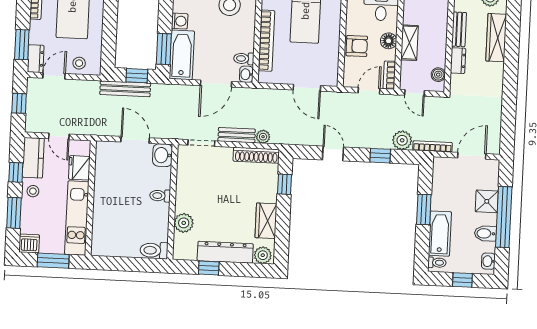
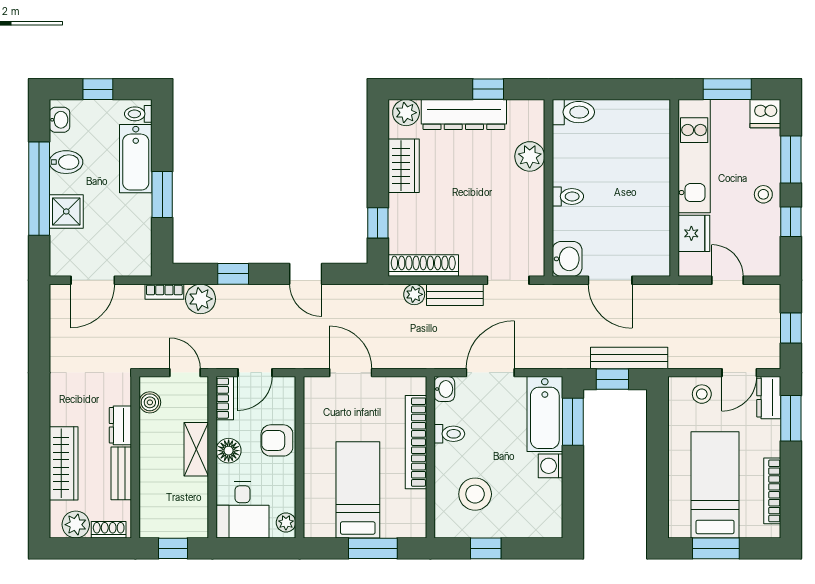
toilet: (244, 59) -> (449, 434), moved
bookcase: (432, 146) -> (164, 292), width x0.64
kitchen counter: (33, 158) -> (765, 246), removed

